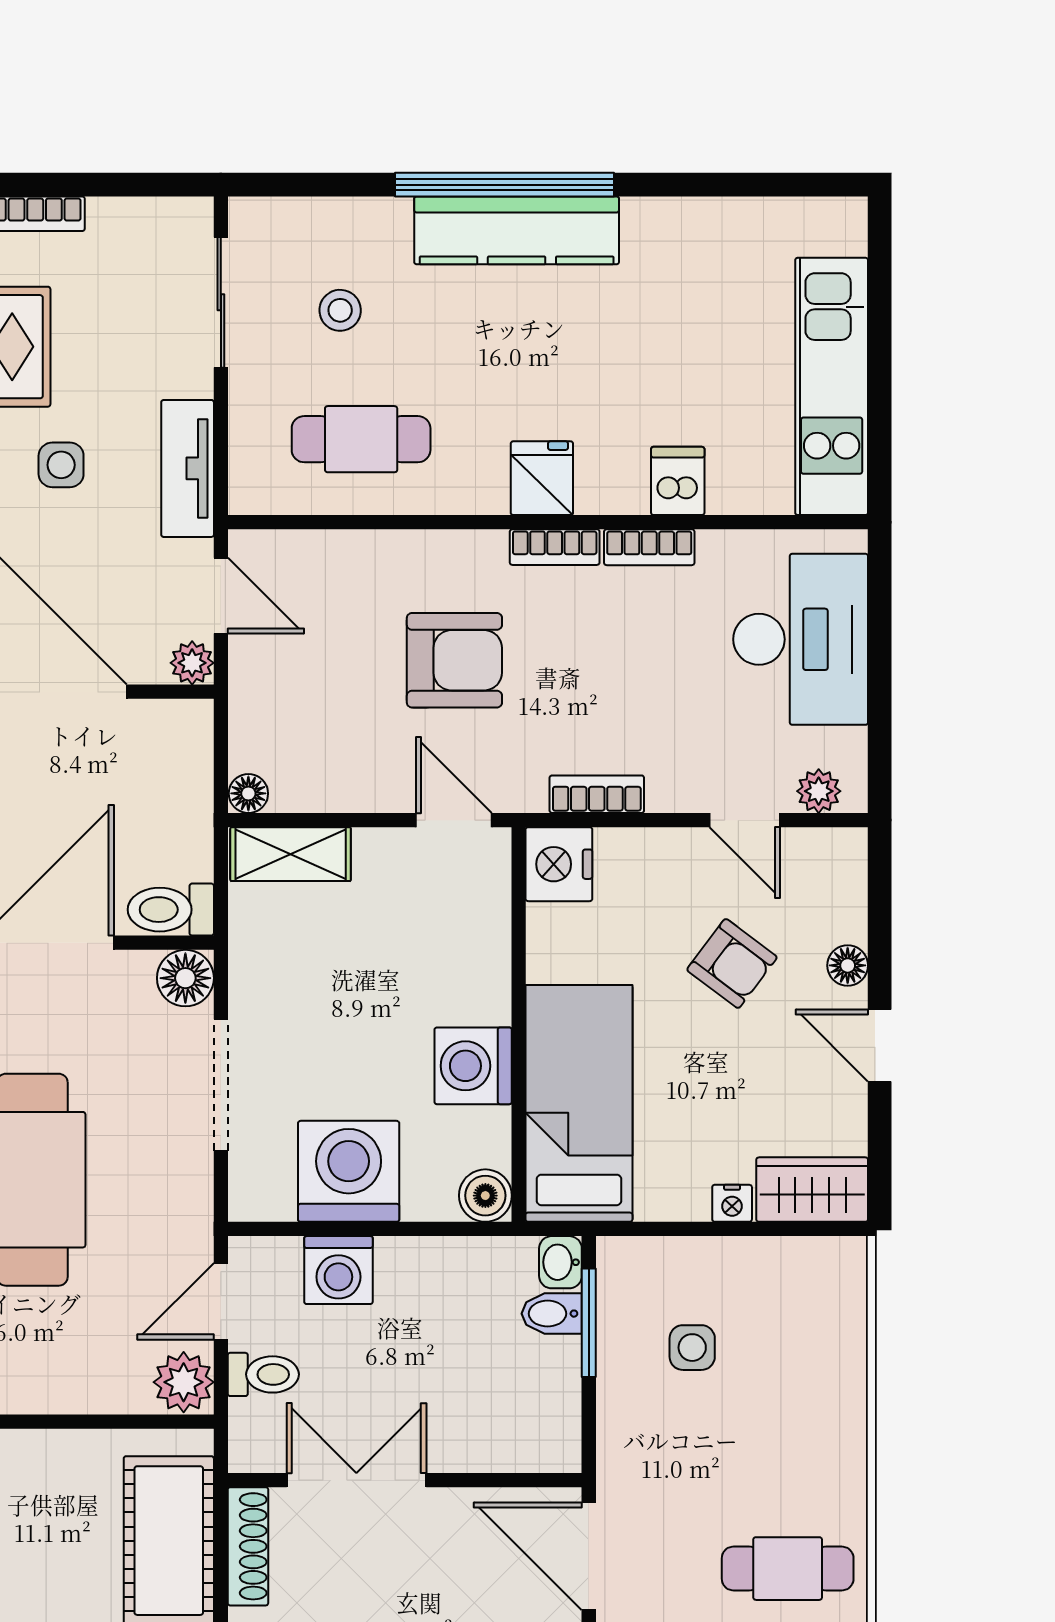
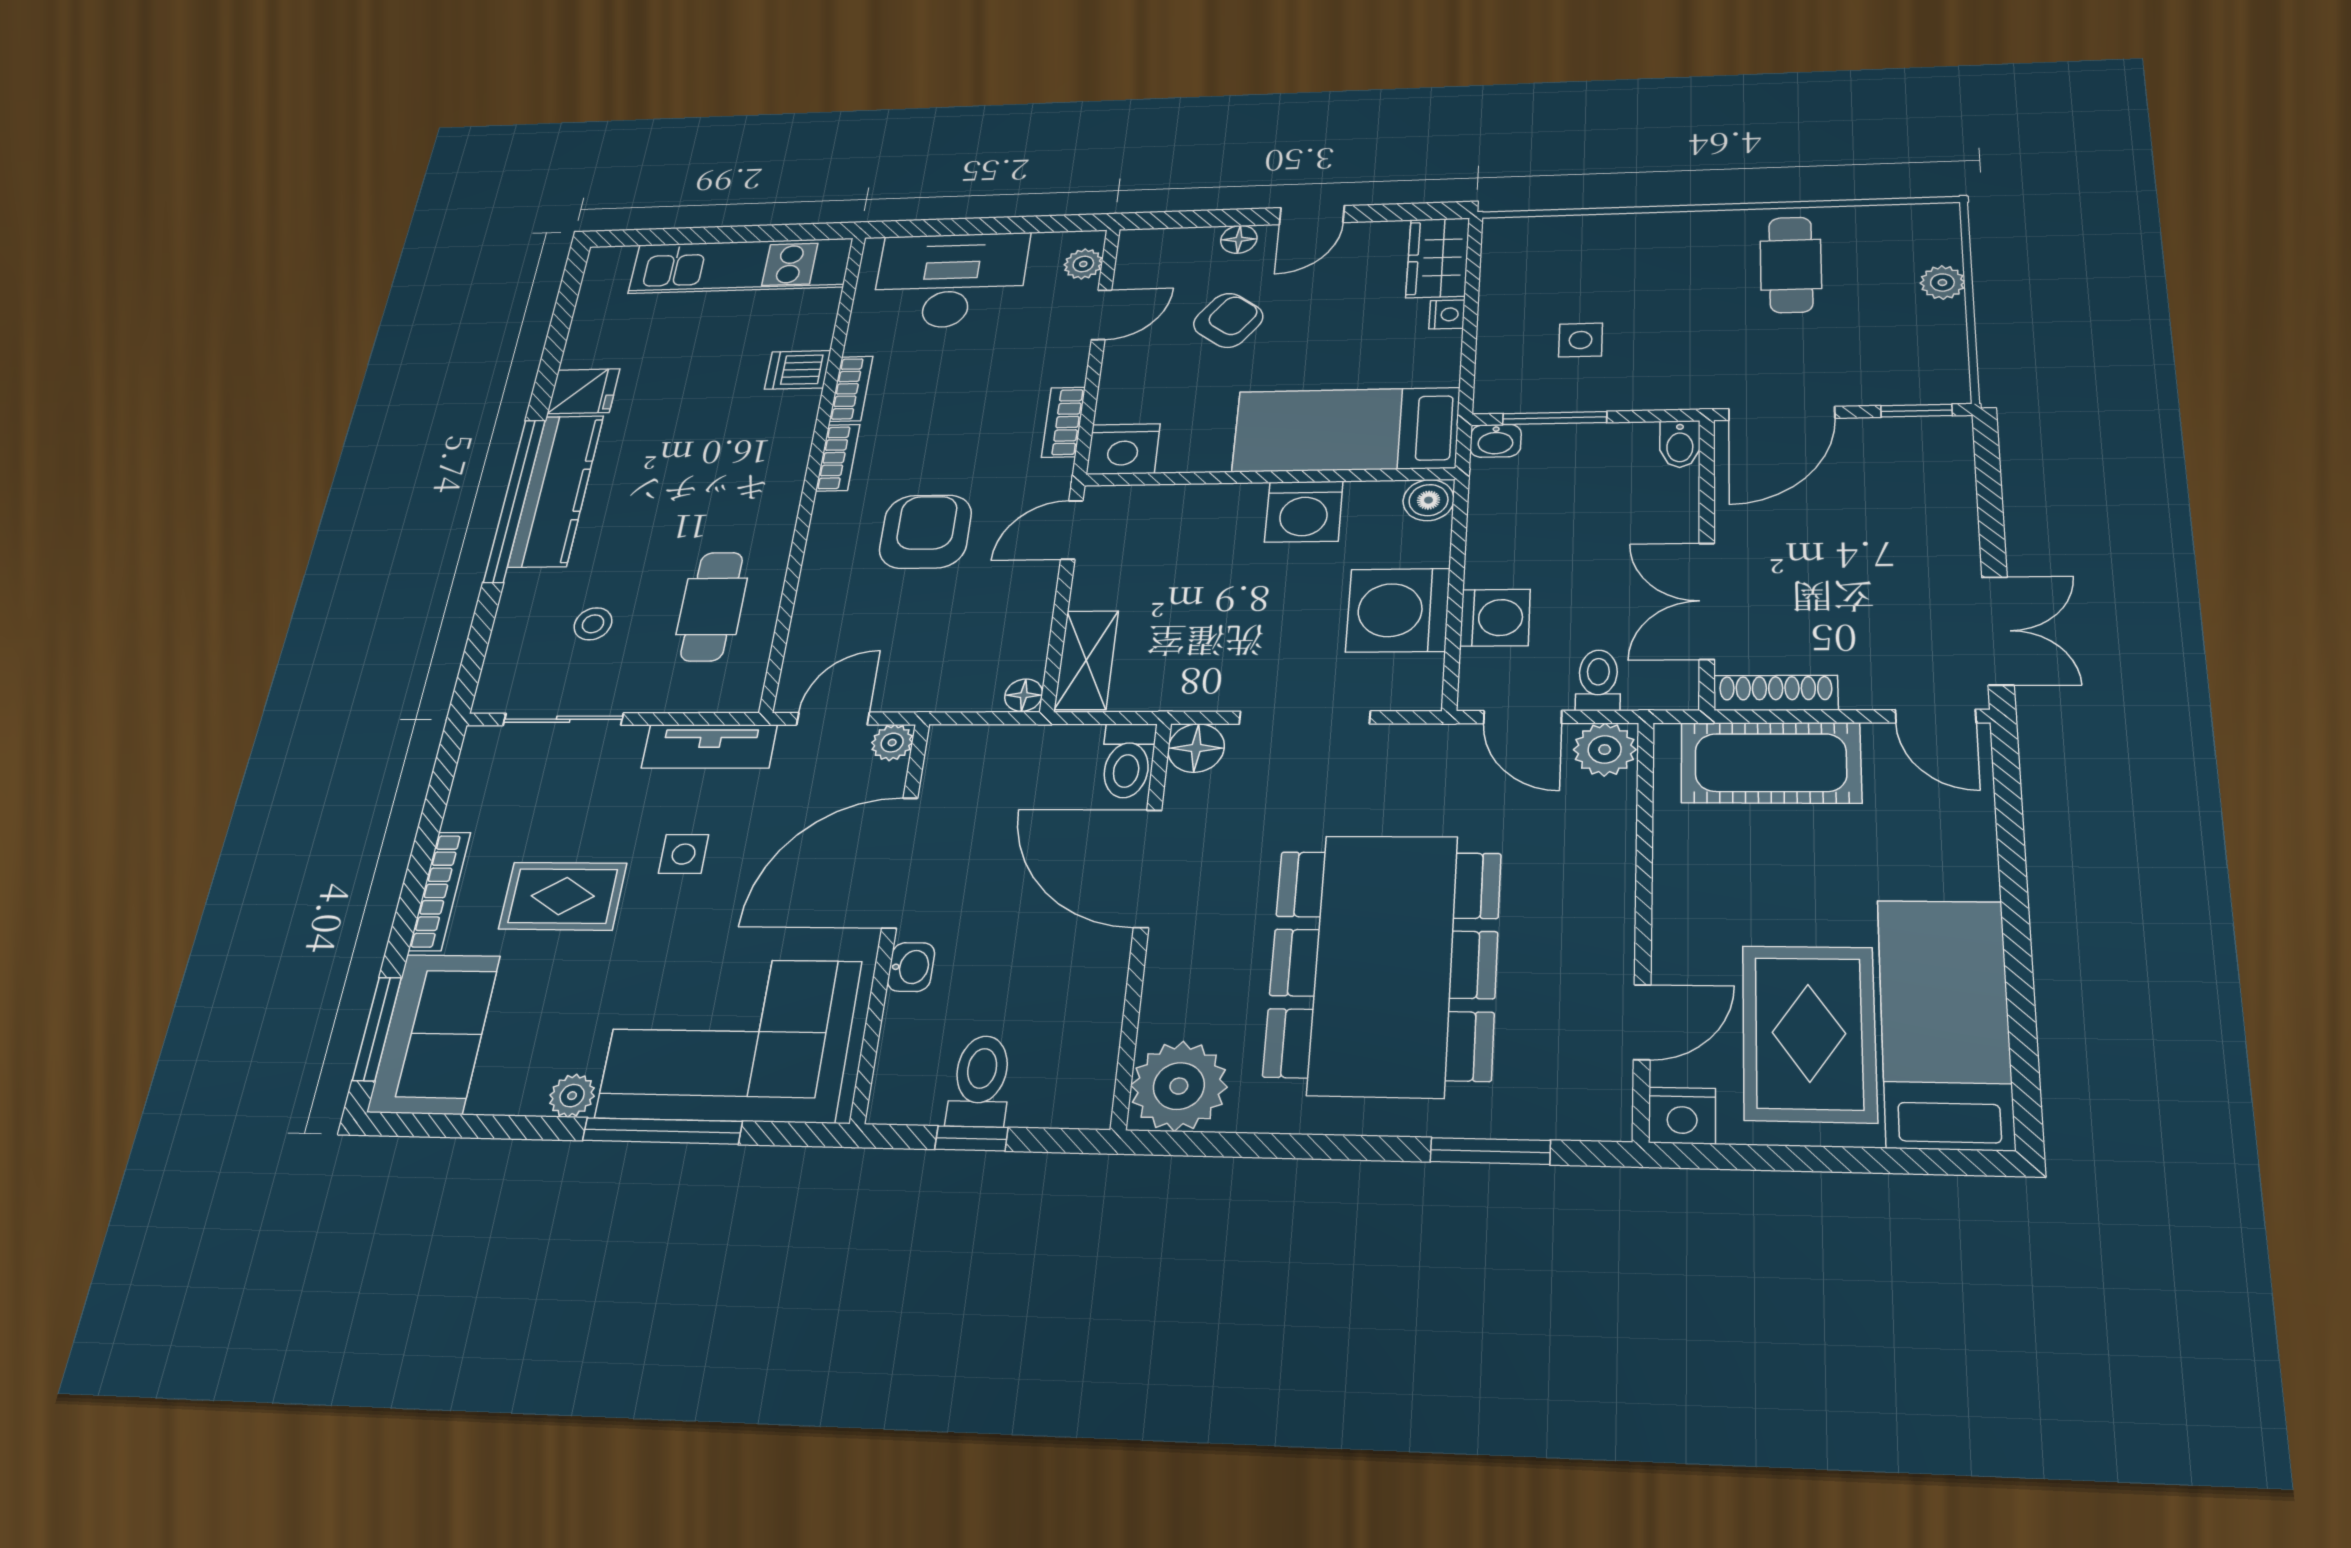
fridge: (542, 478) -> (583, 391), moved, turned 180
bidet: (552, 1314) -> (1680, 444), moved

